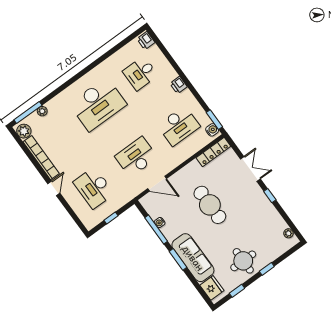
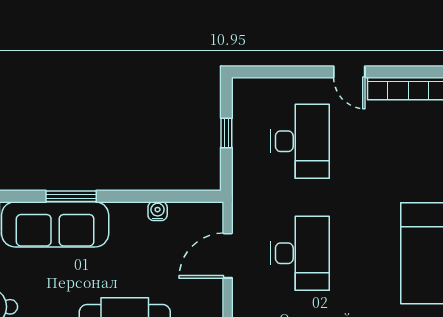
desk: (94, 188) -> (300, 141), turned 90
window: (156, 230) -> (150, 196), removed

